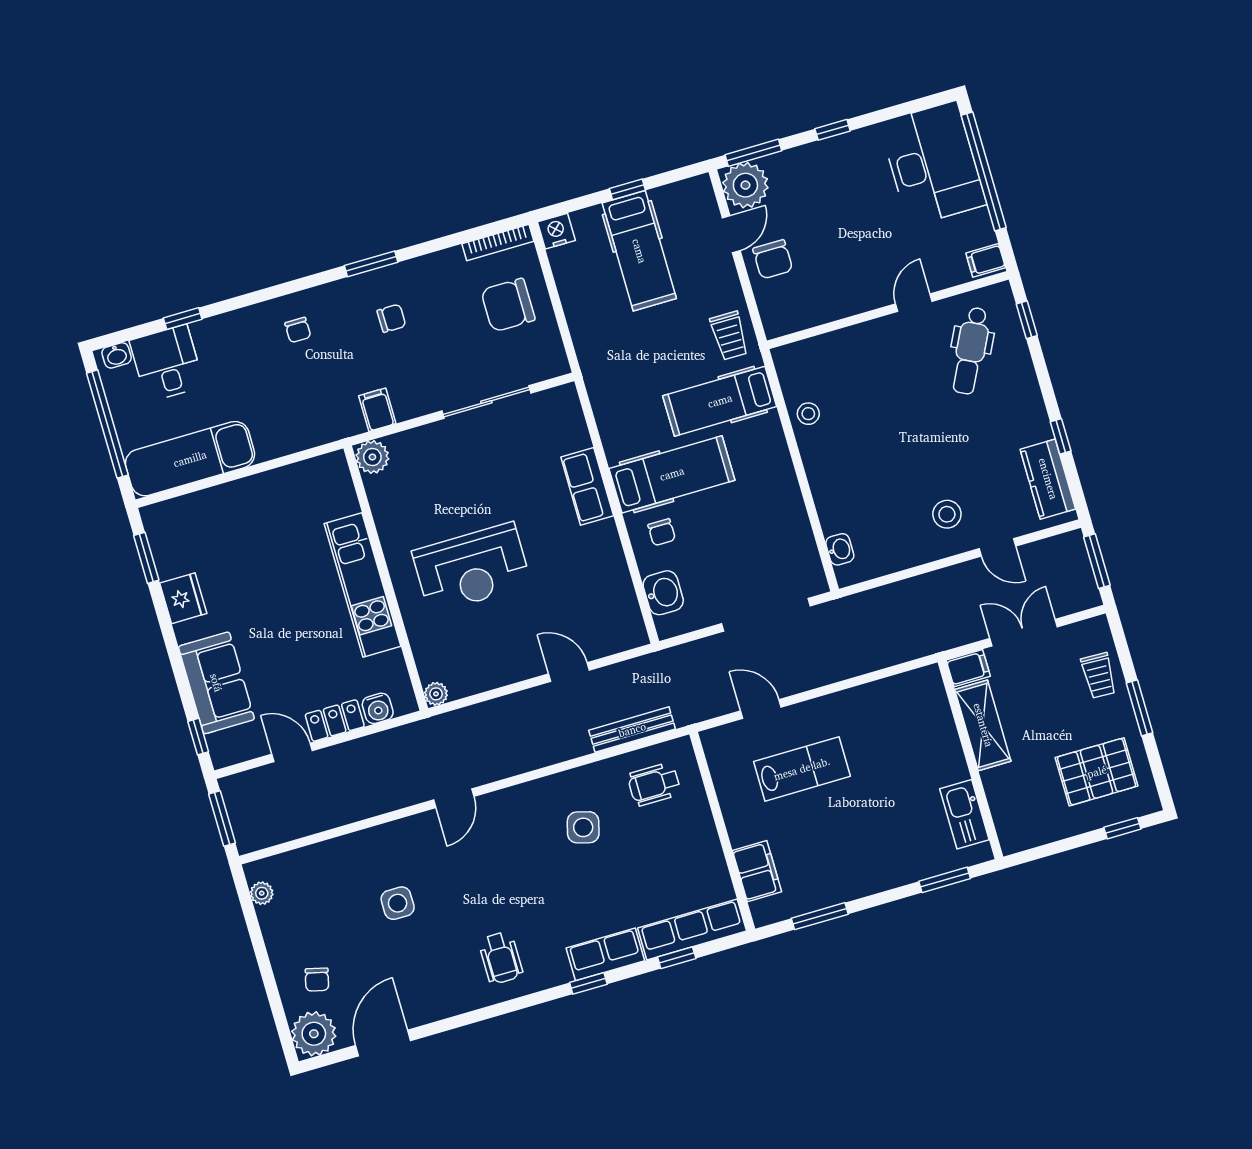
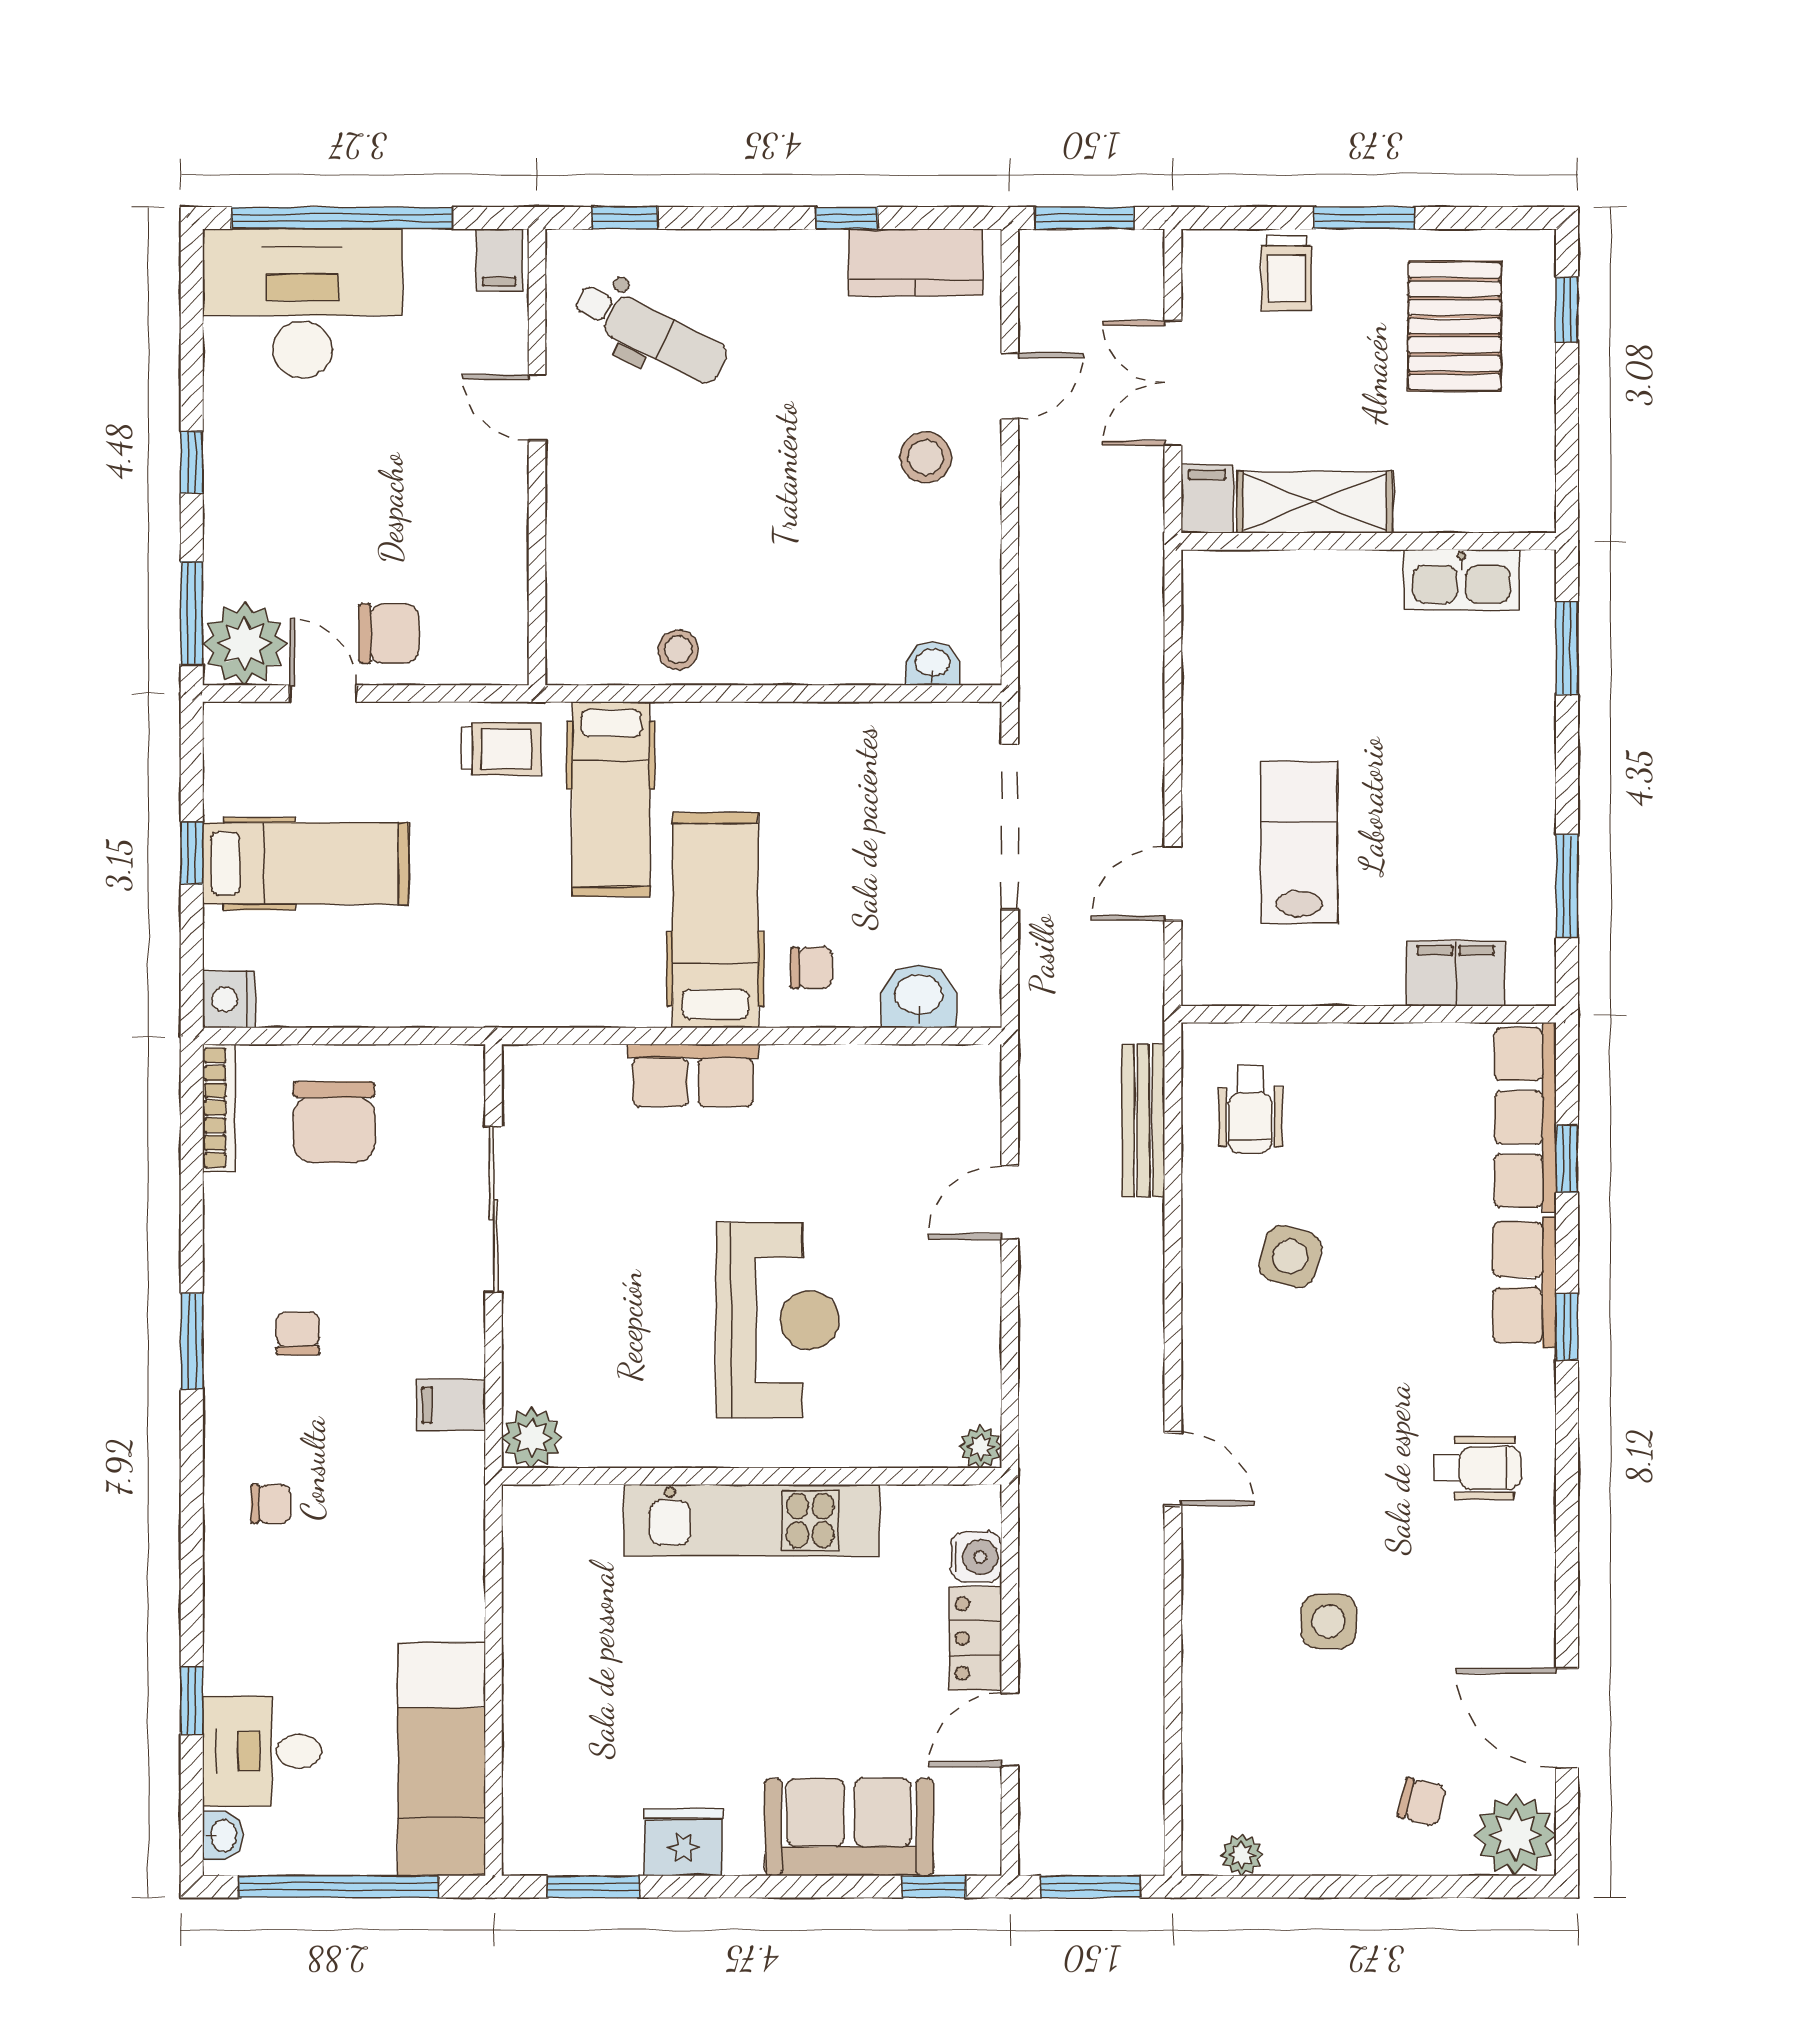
trolley: (1099, 675) -> (1286, 273), turned 88

